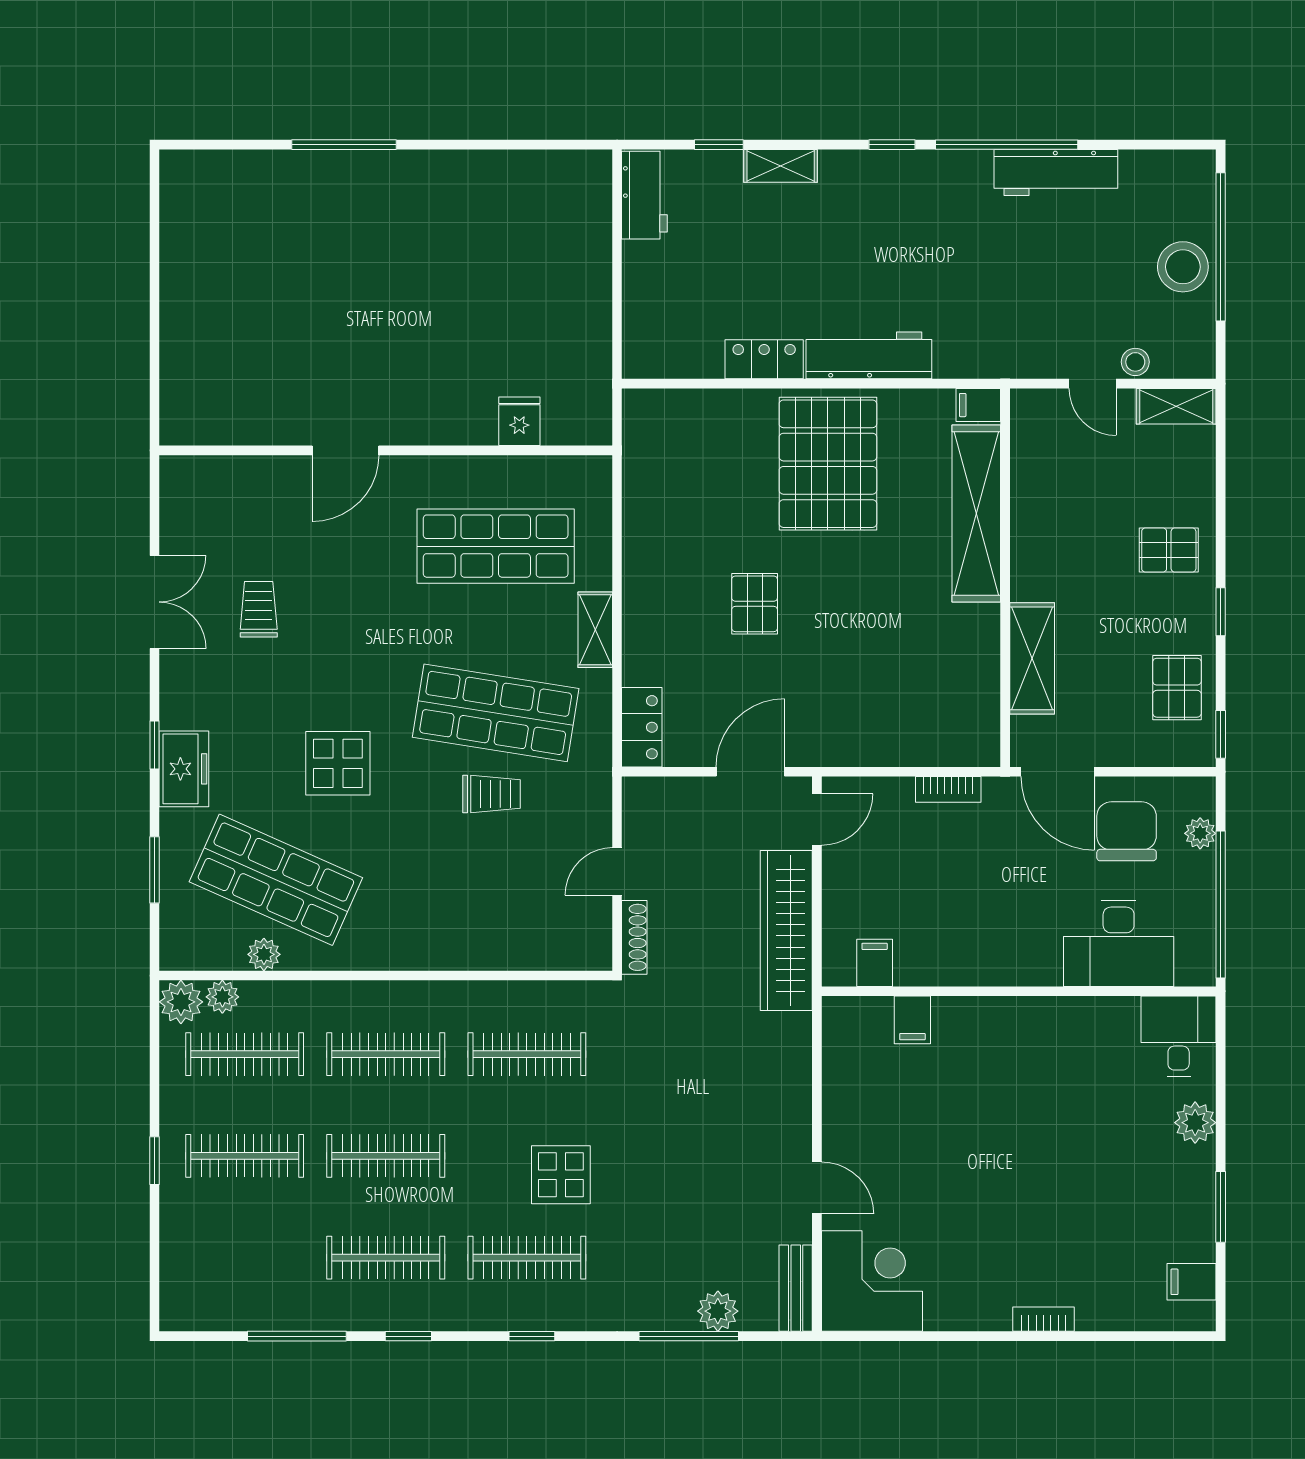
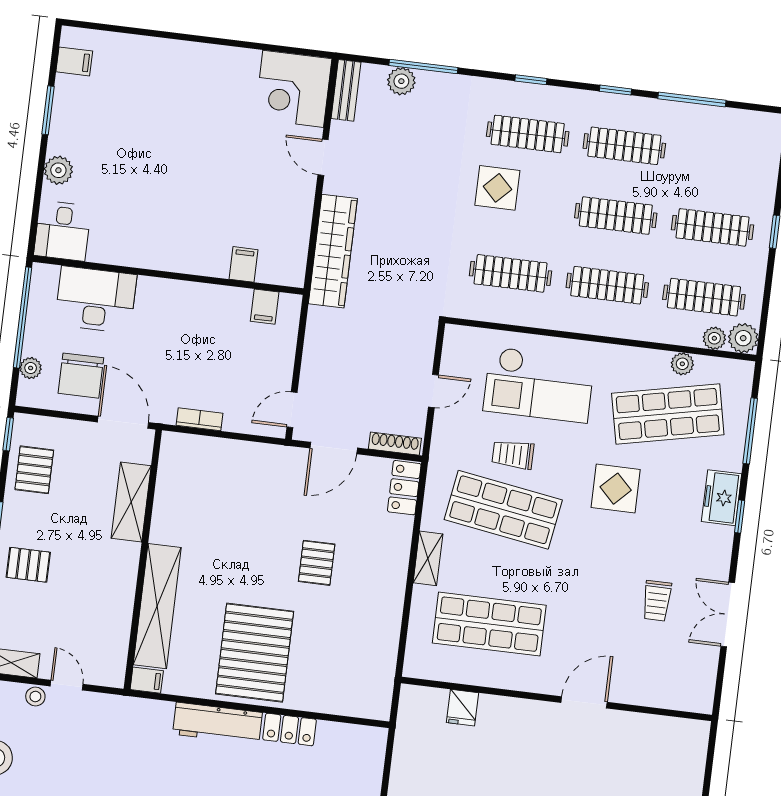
window: (155, 870) -> (750, 431), width x1.44
shop shelf: (276, 880) -> (668, 414), turned -36
checkout: (467, 899) -> (539, 385), added
wardrobe: (786, 930) -> (333, 251), moved
shoe rack: (634, 937) -> (395, 444), moved, turned 90
bookcase: (1043, 1319) -> (179, 48), removed

